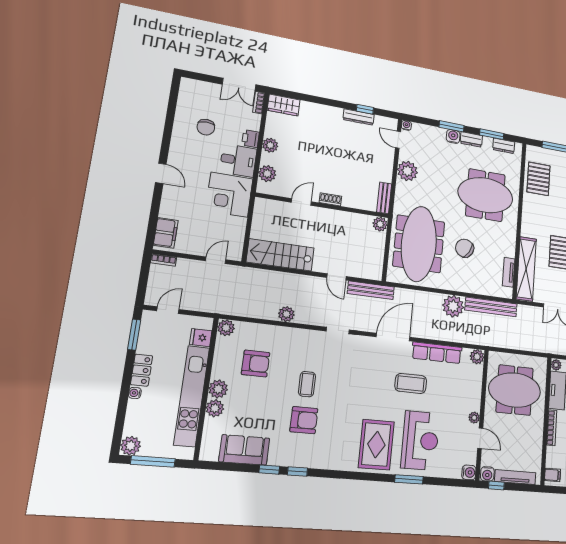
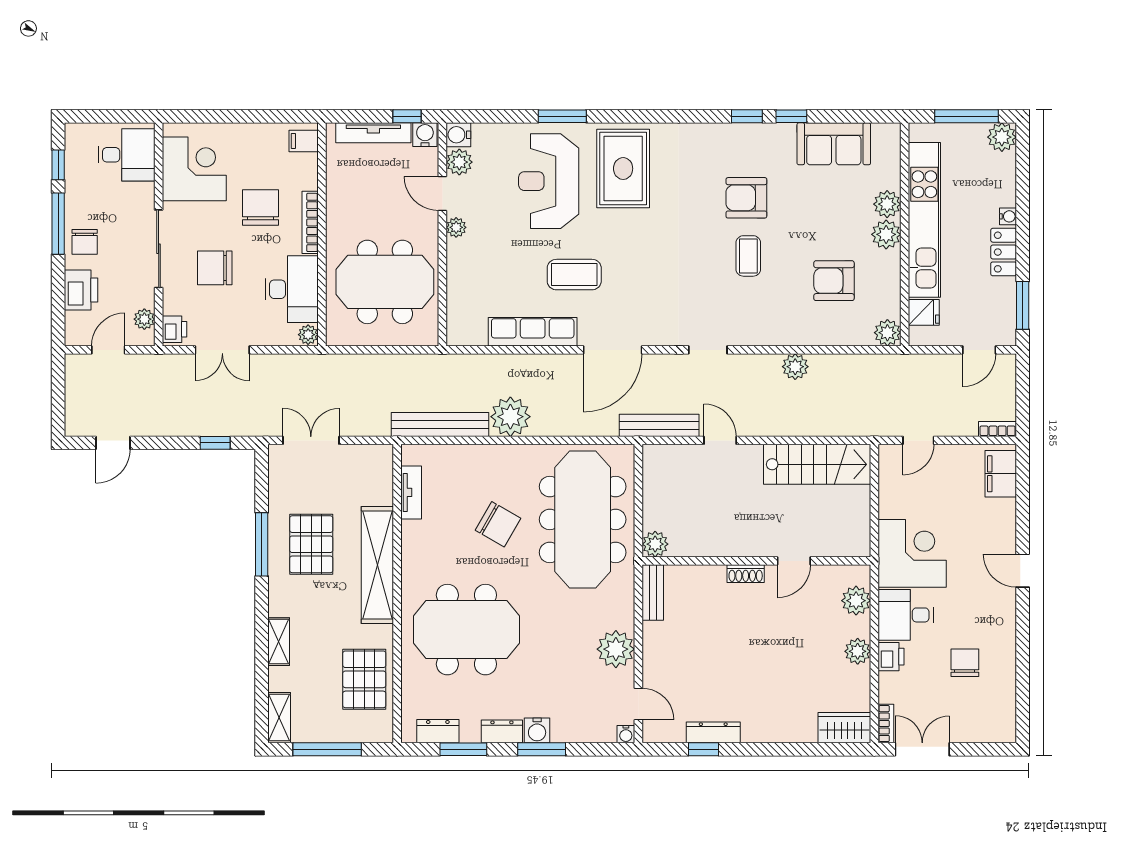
shelving: (526, 269) -> (377, 565), moved
plant: (477, 357) -> (459, 162), moved

